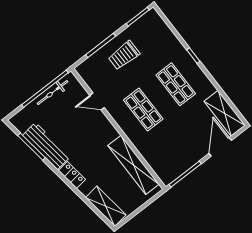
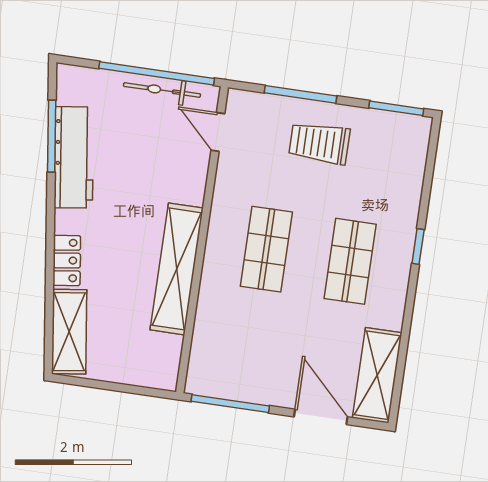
door: (97, 101) -> (218, 132), moved
door: (220, 147) -> (321, 417), hinge flipped
shelving: (133, 165) -> (177, 269), moved
locker: (72, 175) -> (67, 260), moved

